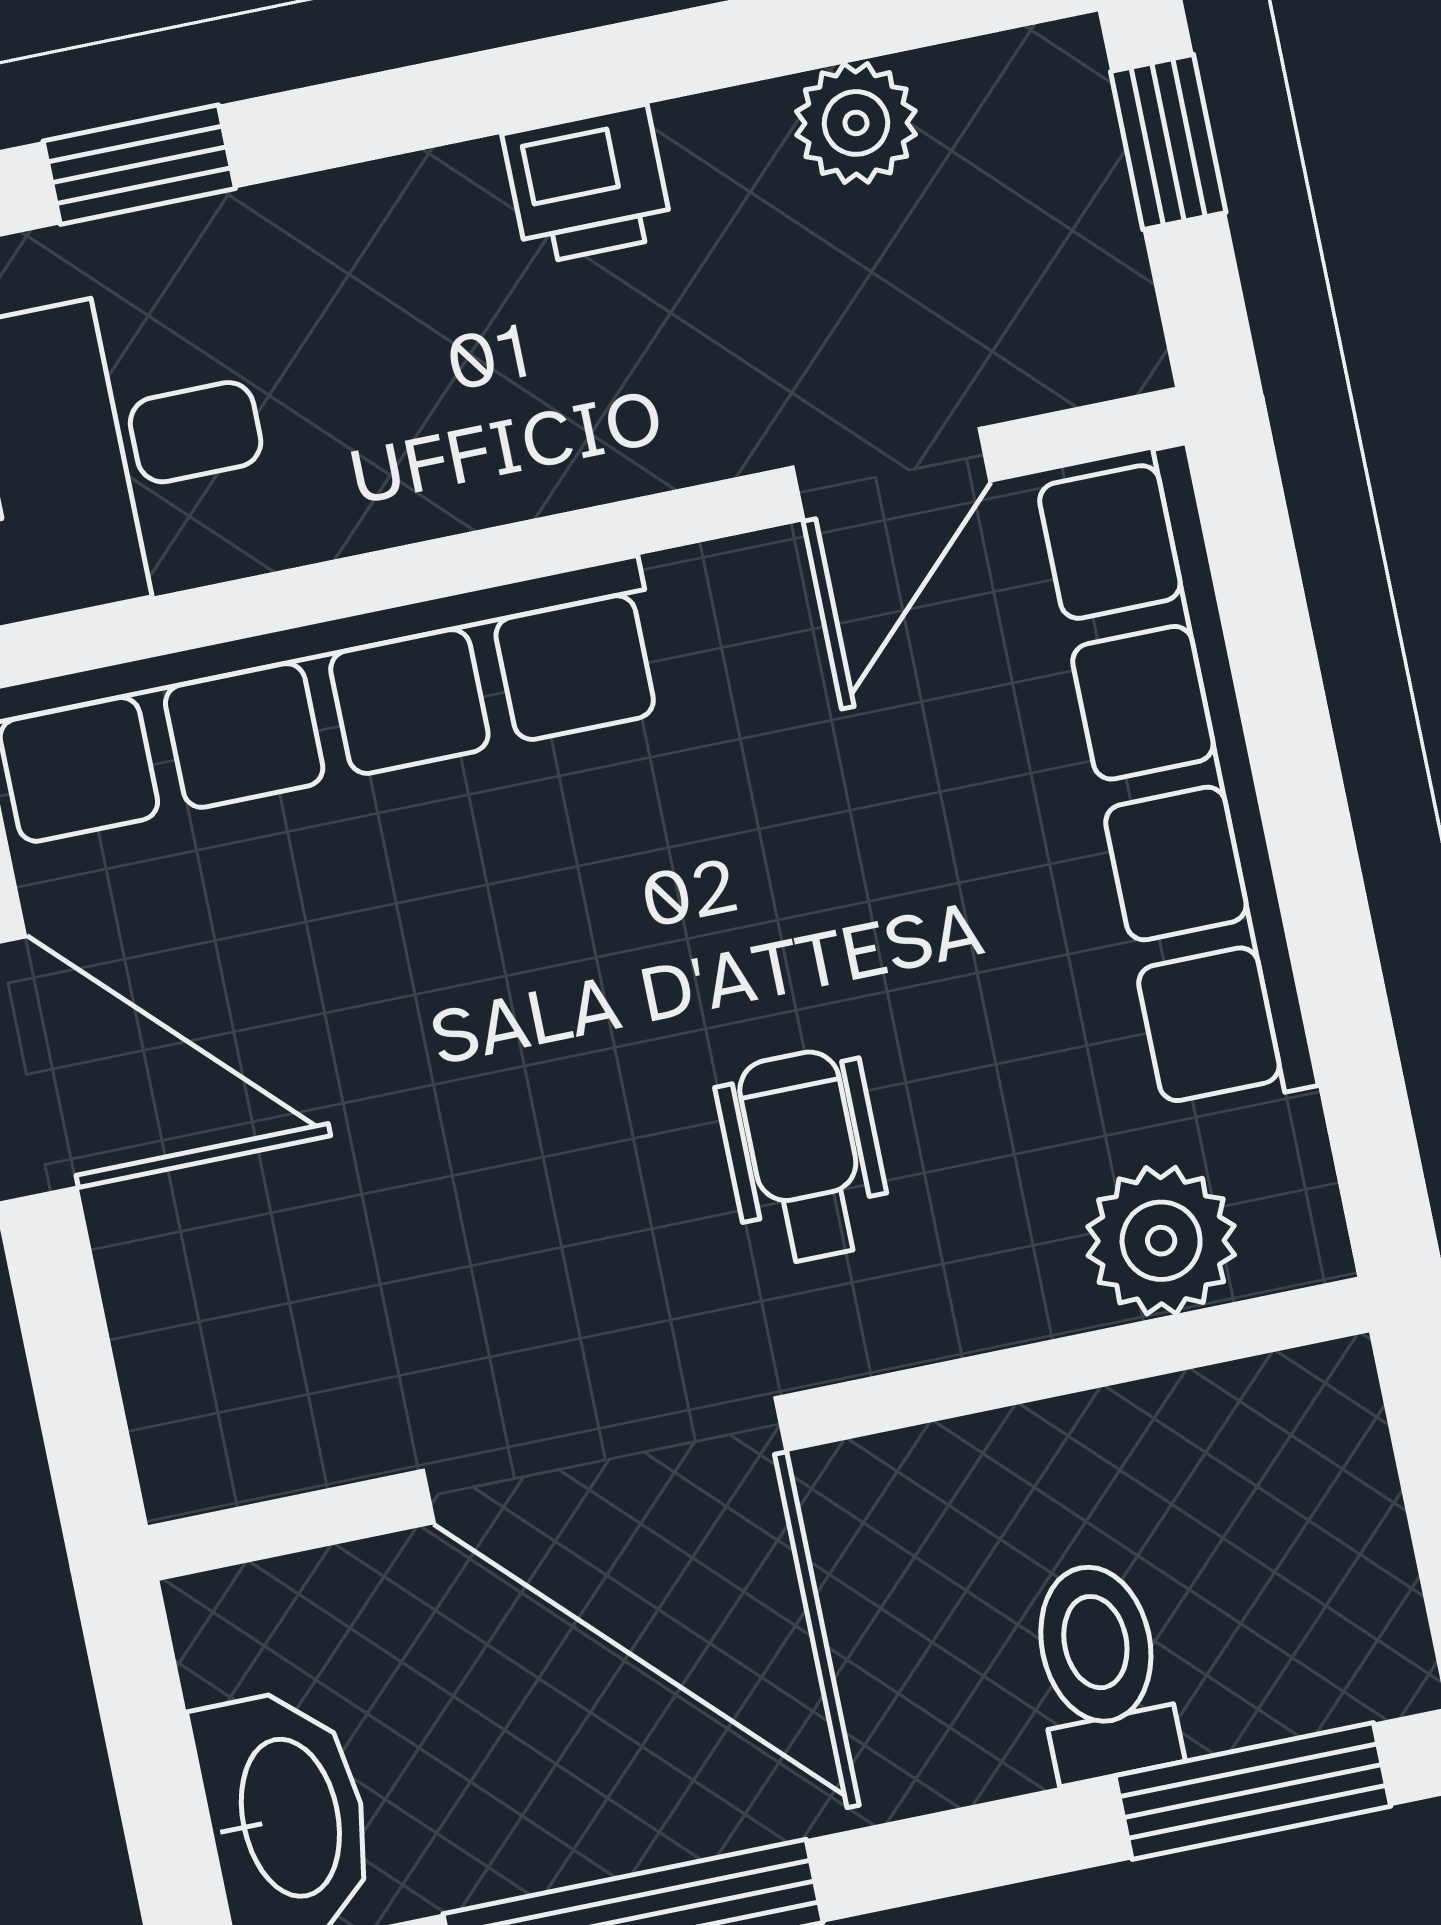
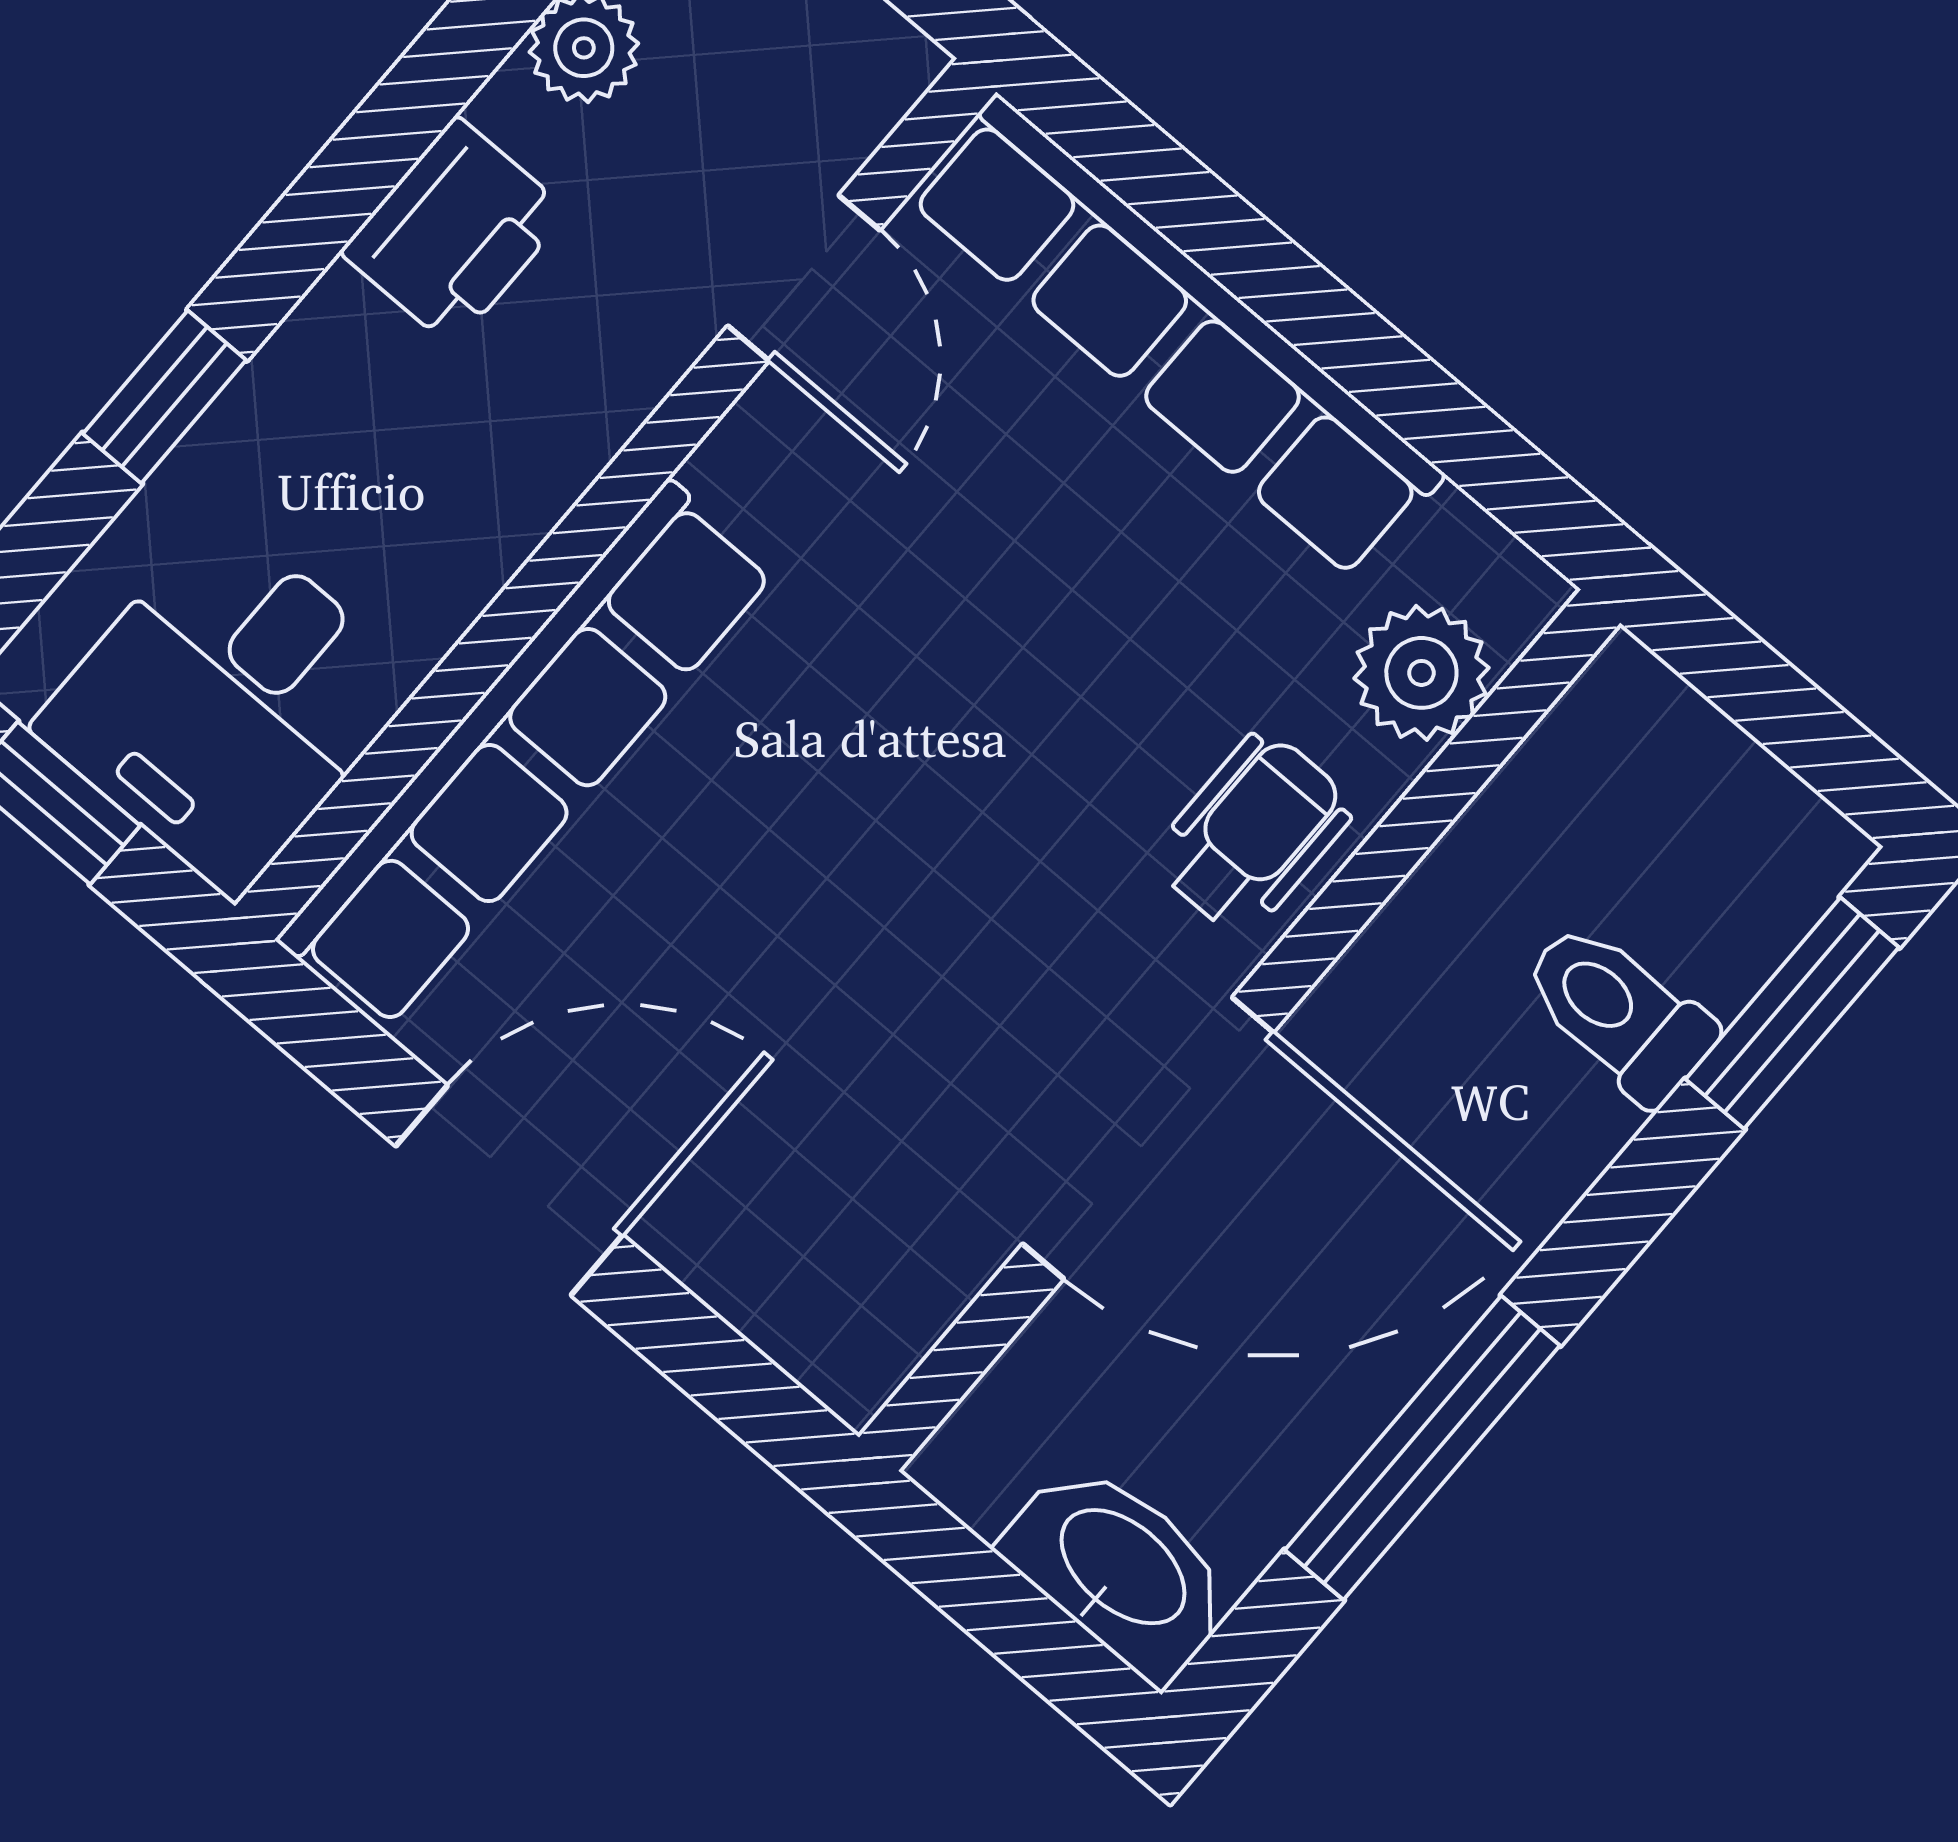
window: (139, 165) -> (164, 397), moved
printer: (588, 185) -> (454, 232), width x1.36, depth x1.24
wheelchair: (804, 1156) -> (1253, 833), moved, turned 90

